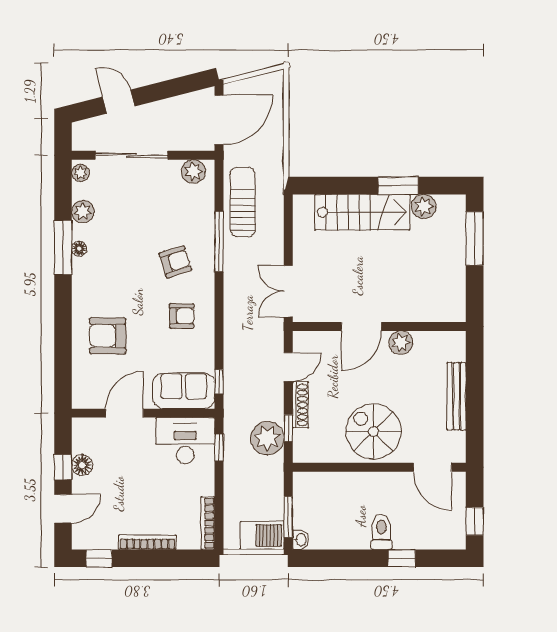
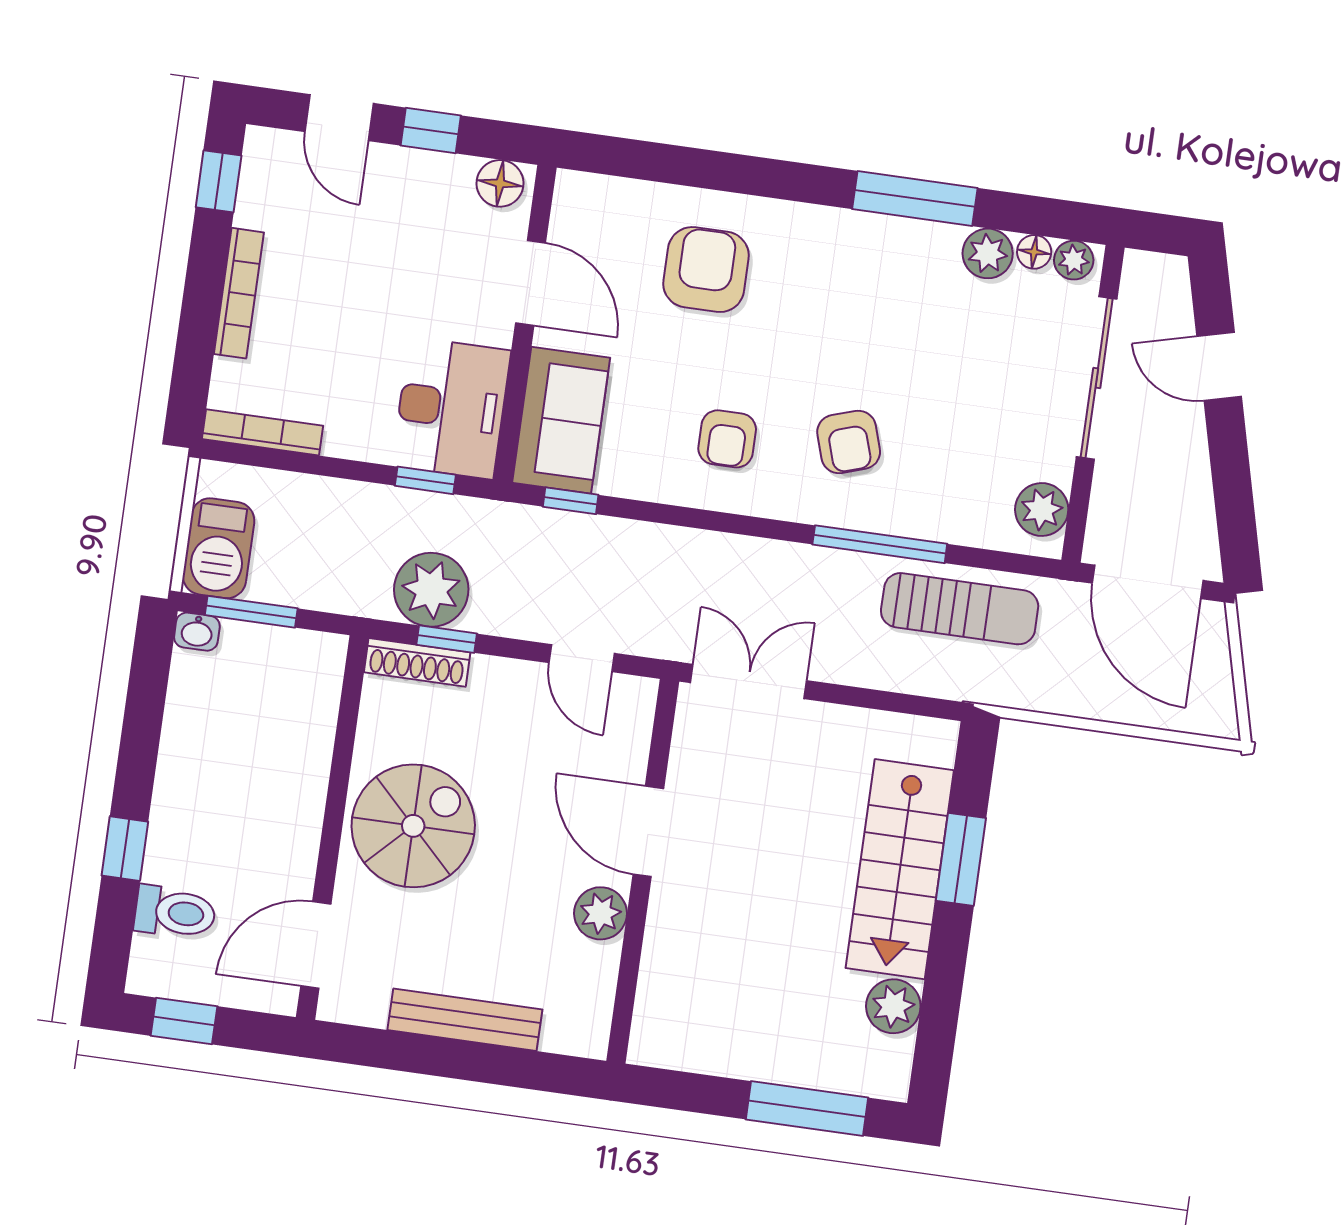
door: (119, 102) -> (1219, 367), swing flipped
window: (398, 186) -> (961, 859), moved
floor lamp: (79, 249) -> (1034, 252), moved
shoe rack: (300, 405) -> (417, 662), moved
floor lamp: (82, 465) -> (500, 183), moved
toilet: (381, 532) -> (175, 912), moved

